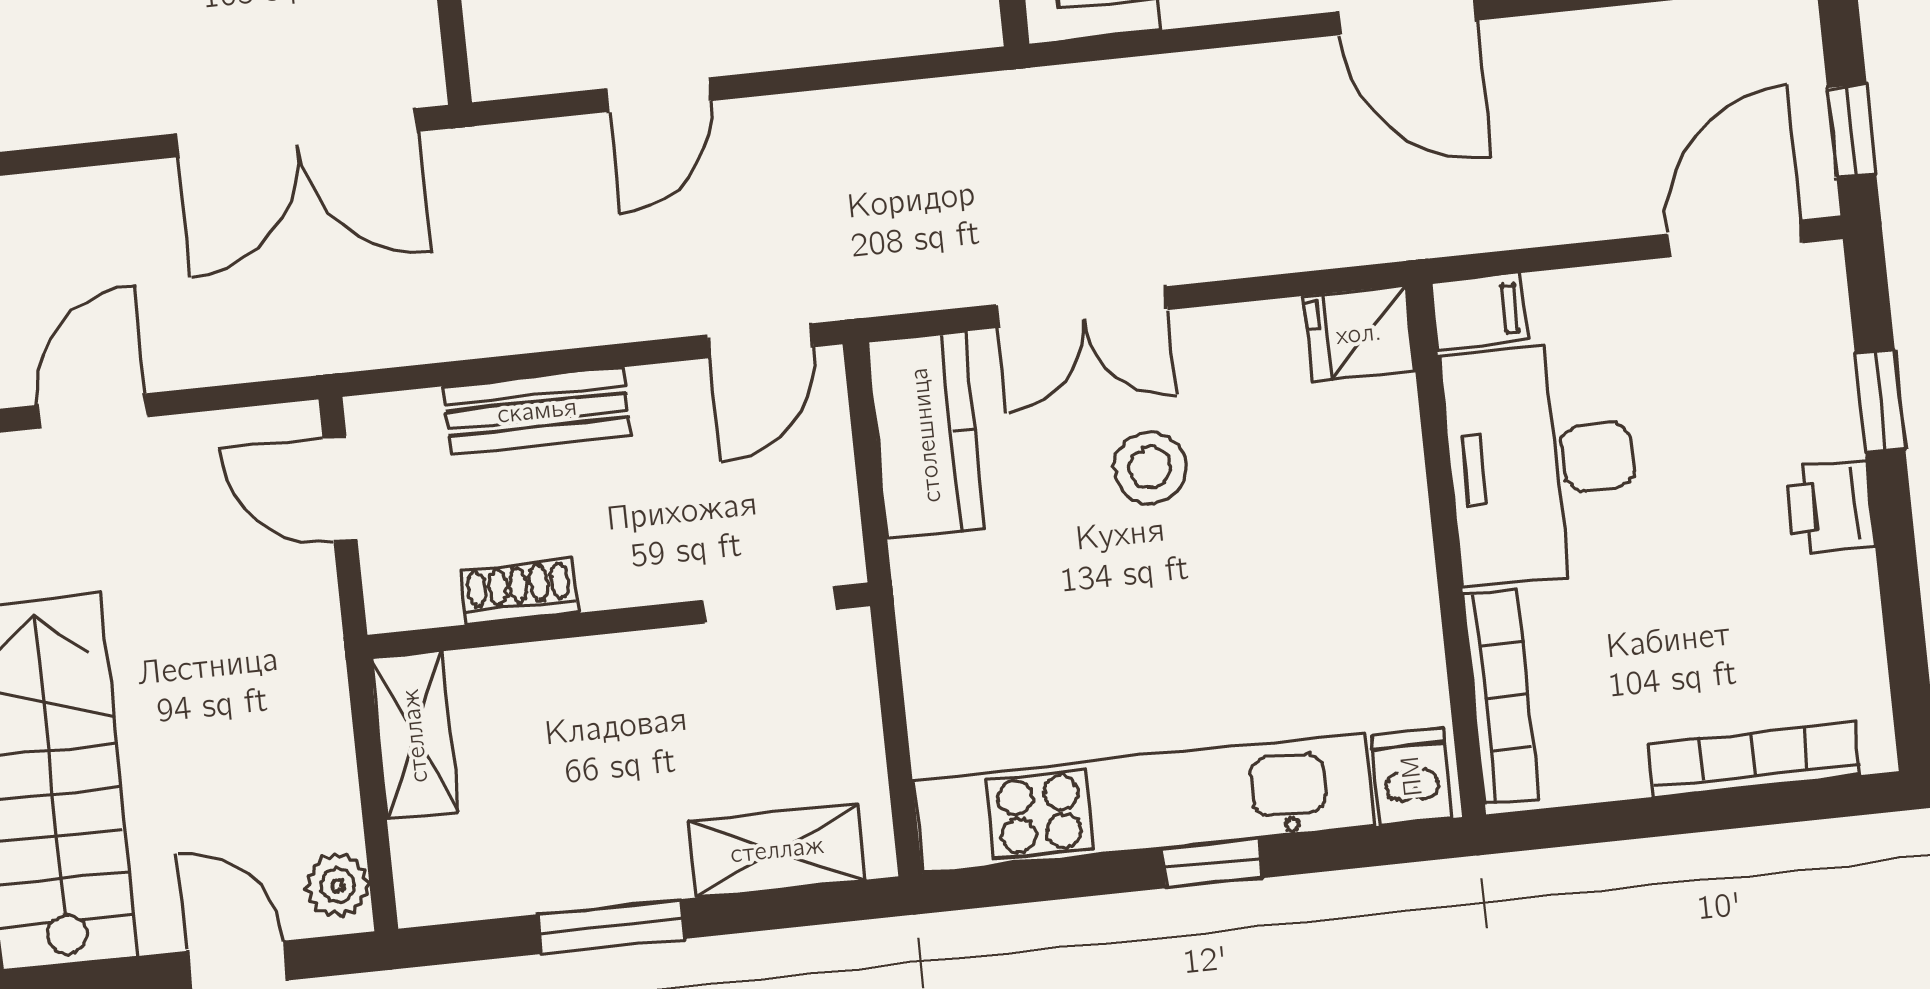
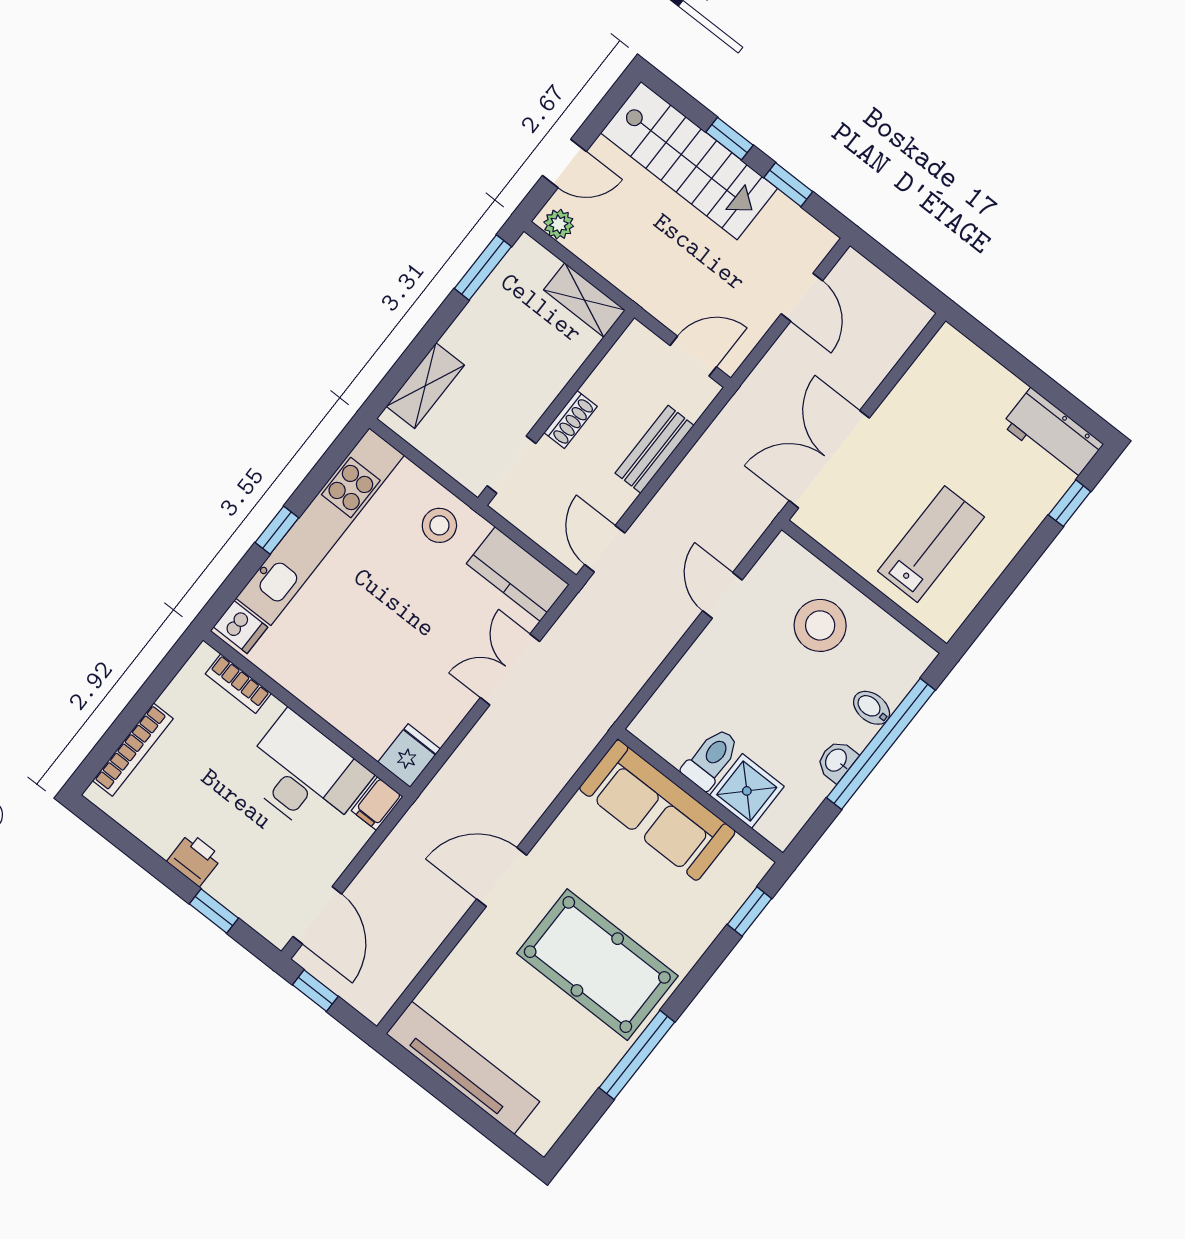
stool: (1150, 468) -> (439, 525), moved
shoe rack: (519, 592) -> (571, 420), moved
bookcase: (1501, 697) -> (238, 684), width x0.64
window: (611, 926) -> (483, 268), moved

